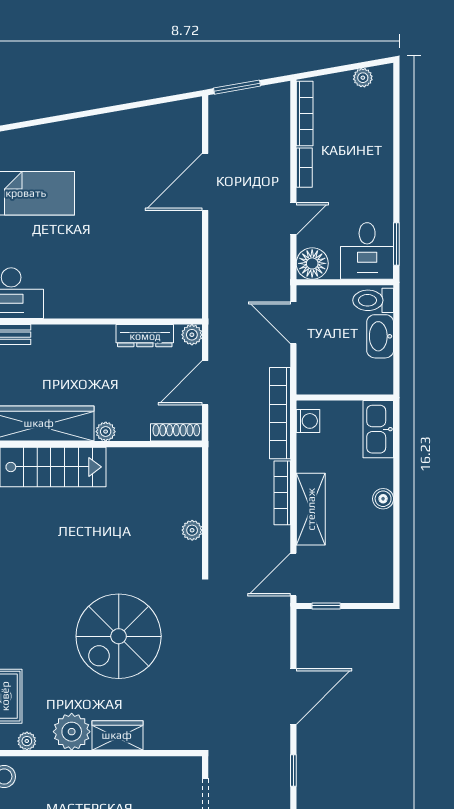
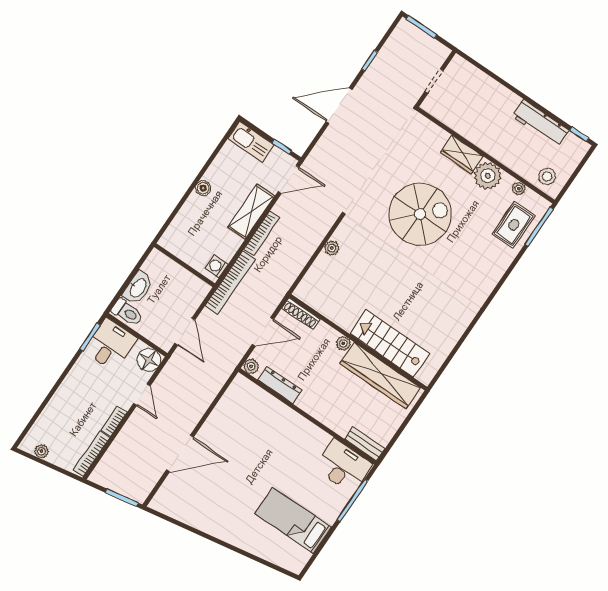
door: (293, 219) -> (142, 395), swing flipped
kitchen sink: (378, 429) -> (251, 142), moved, turned 90

